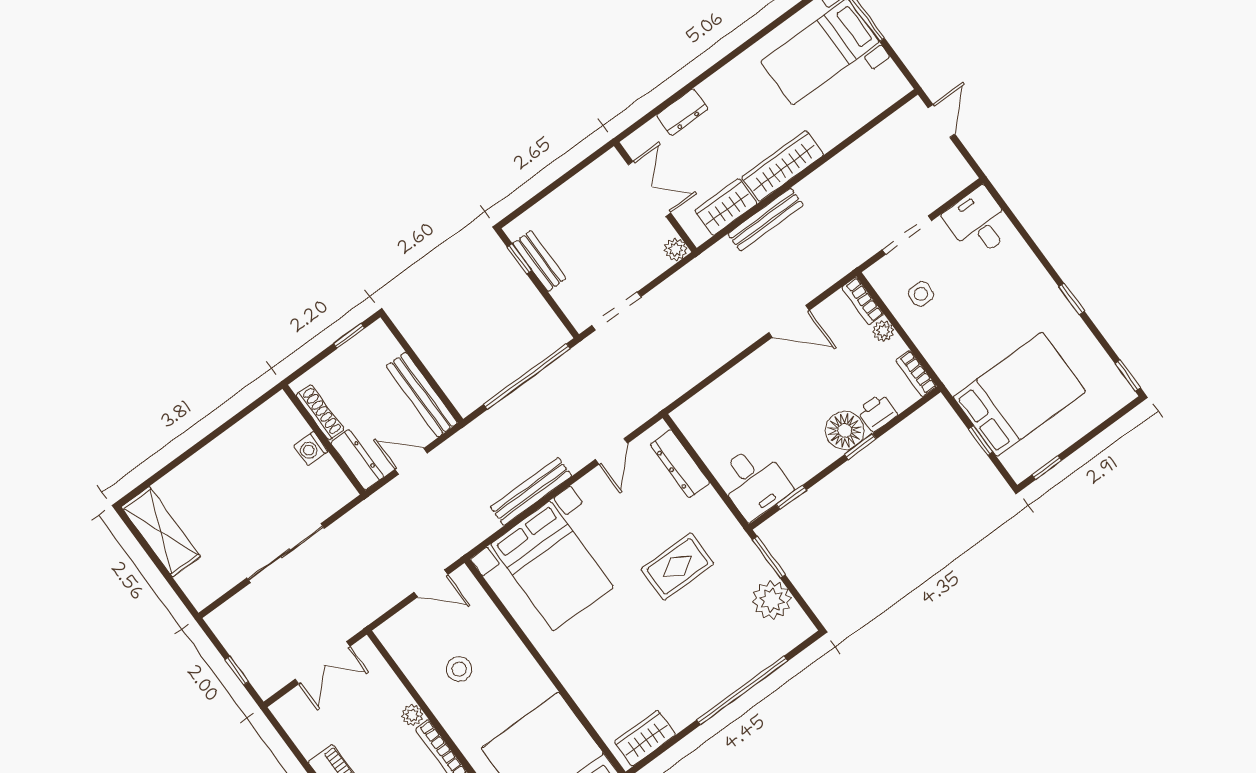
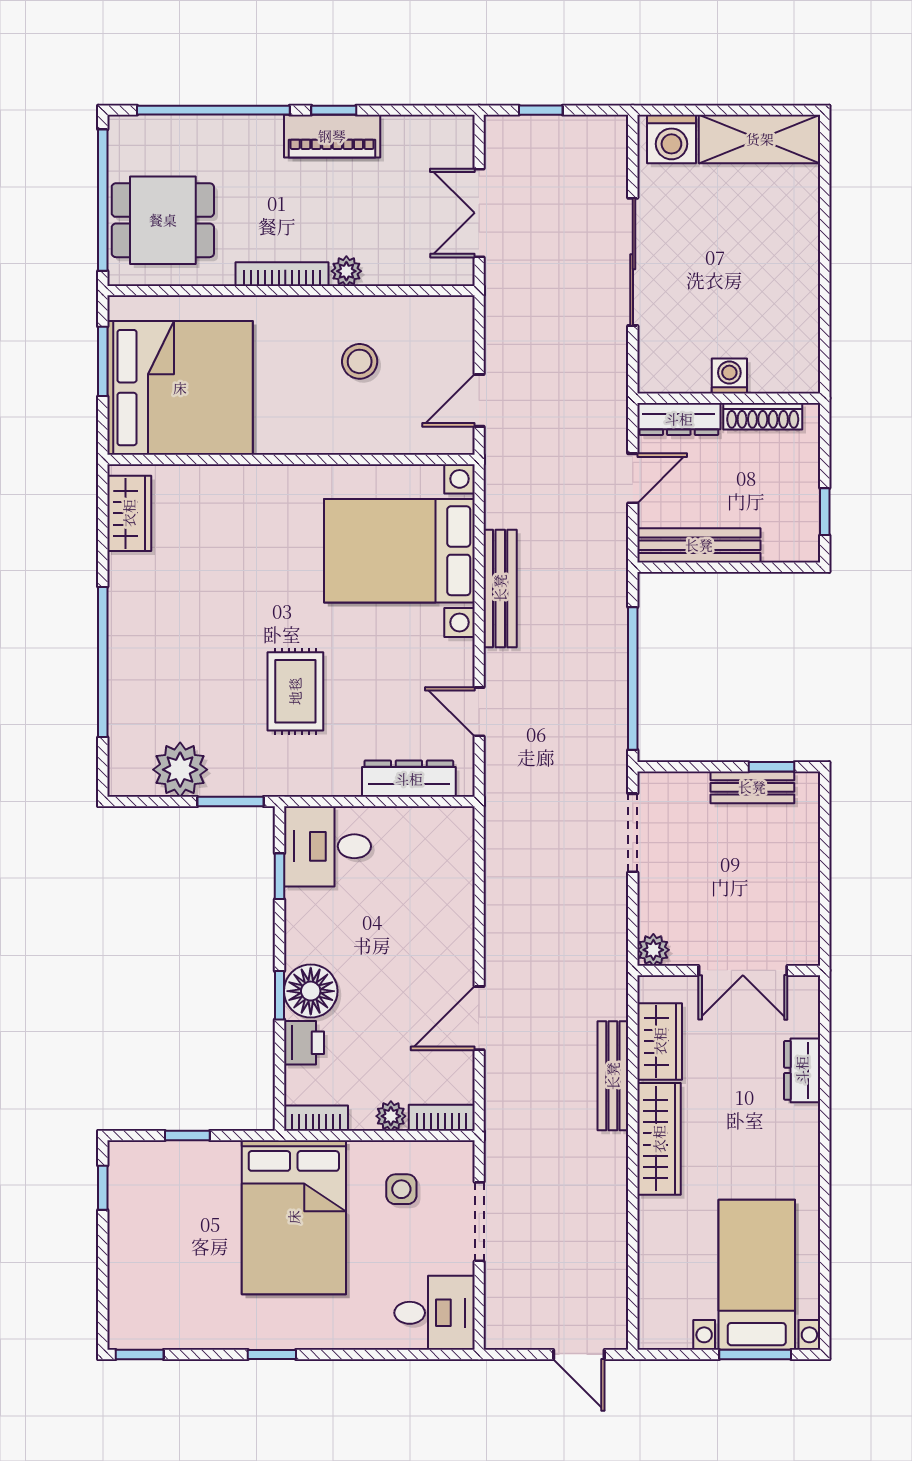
bed: (1019, 394) -> (294, 1217), moved
washing machine: (198, 583) -> (671, 139), added

